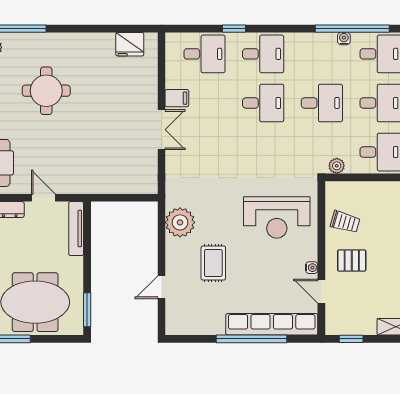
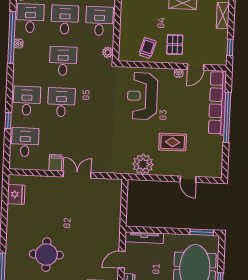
reception desk: (277, 217) -> (142, 96), turned 180

